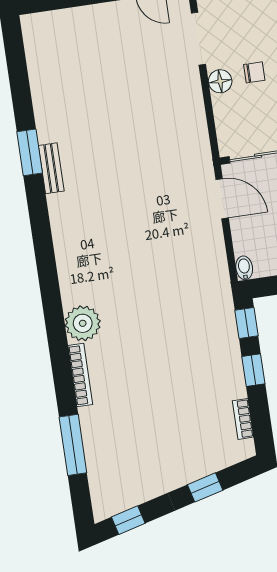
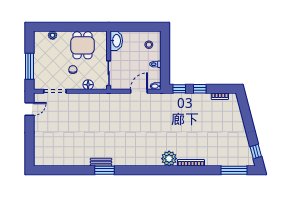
floor lamp: (220, 81) -> (88, 85), moved
window: (30, 152) -> (105, 170), moved
door: (222, 199) -> (139, 91), moved
window: (73, 445) -> (234, 170), moved
window: (205, 487) -> (247, 117), removed

